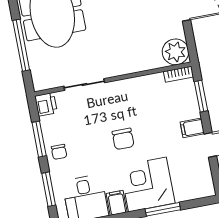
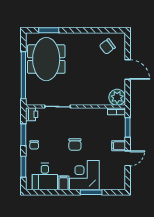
window: (21, 45) -> (23, 75), width x1.46

